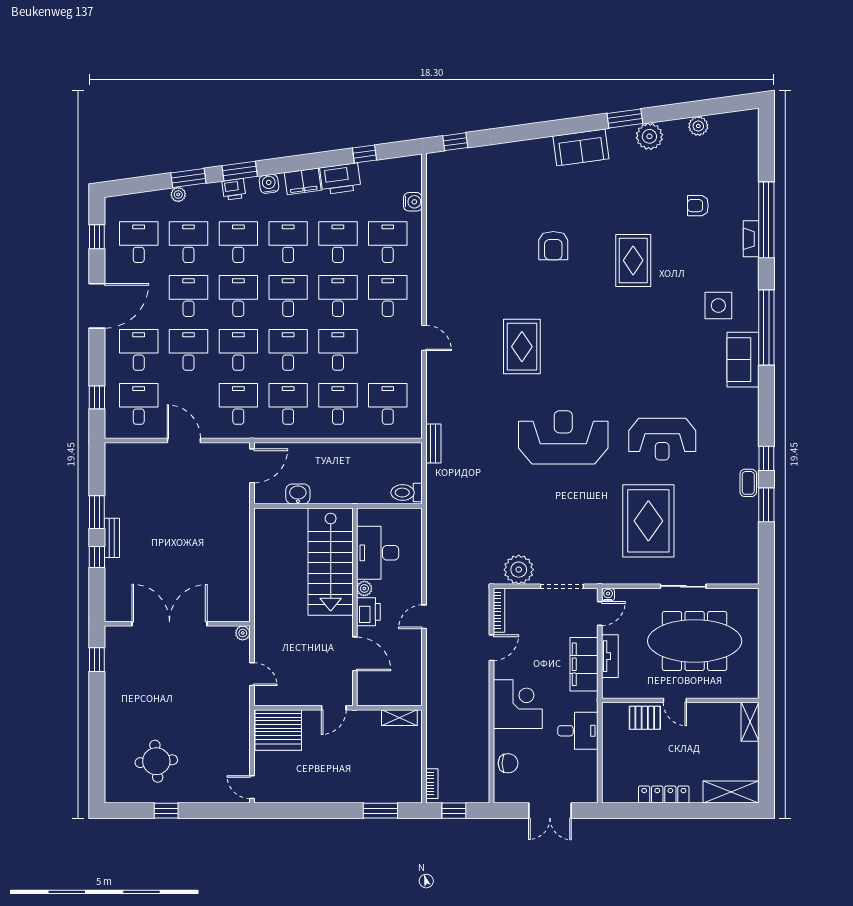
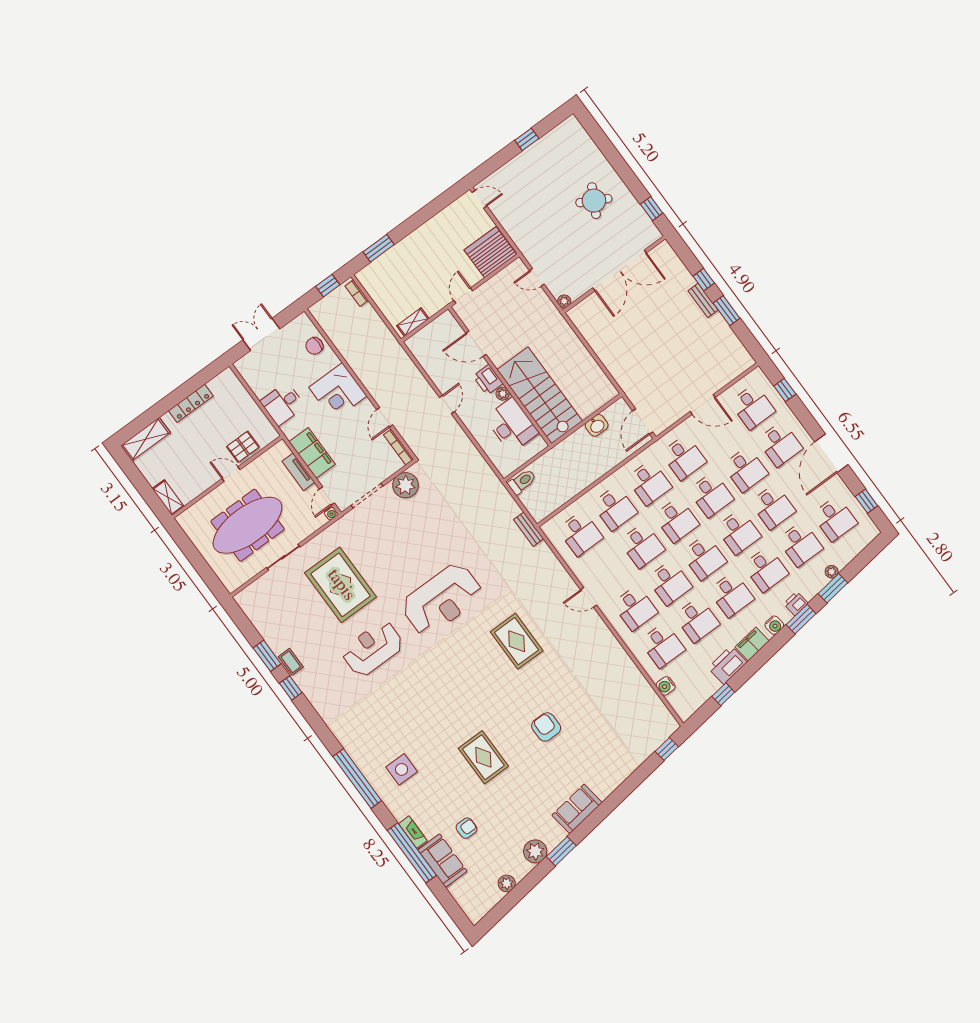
sofa: (743, 360) -> (442, 861), moved
round table: (156, 761) -> (594, 201), moved, turned 33

